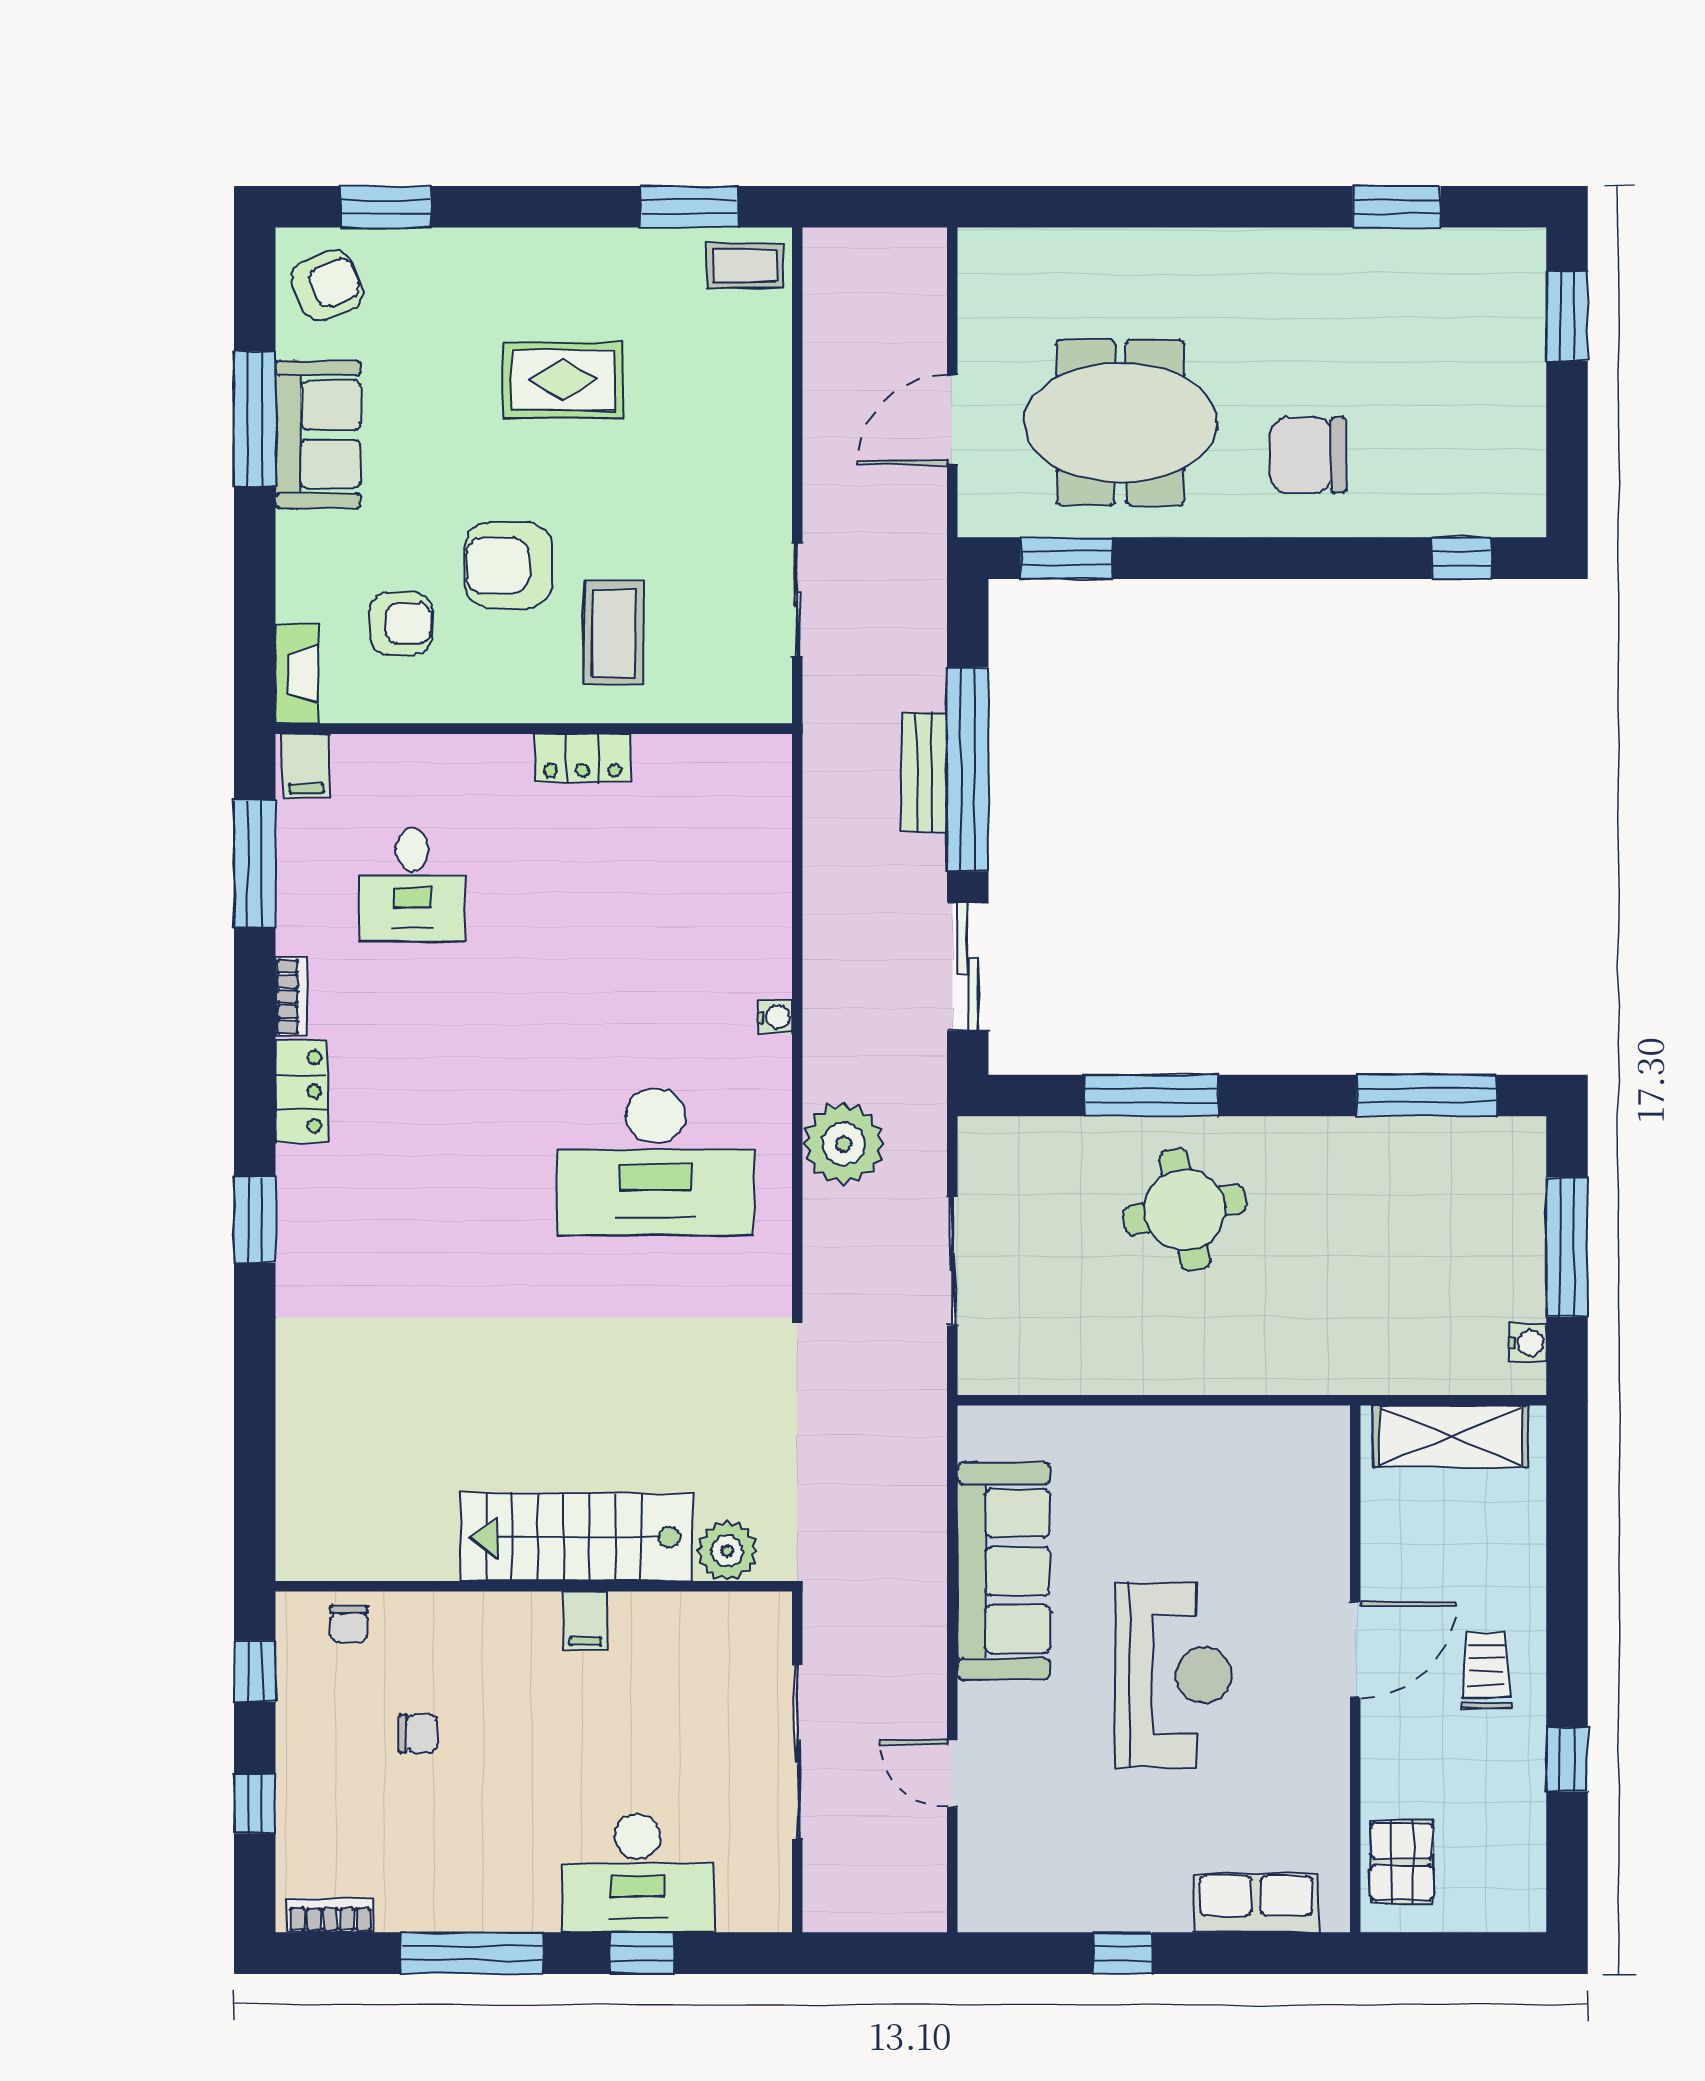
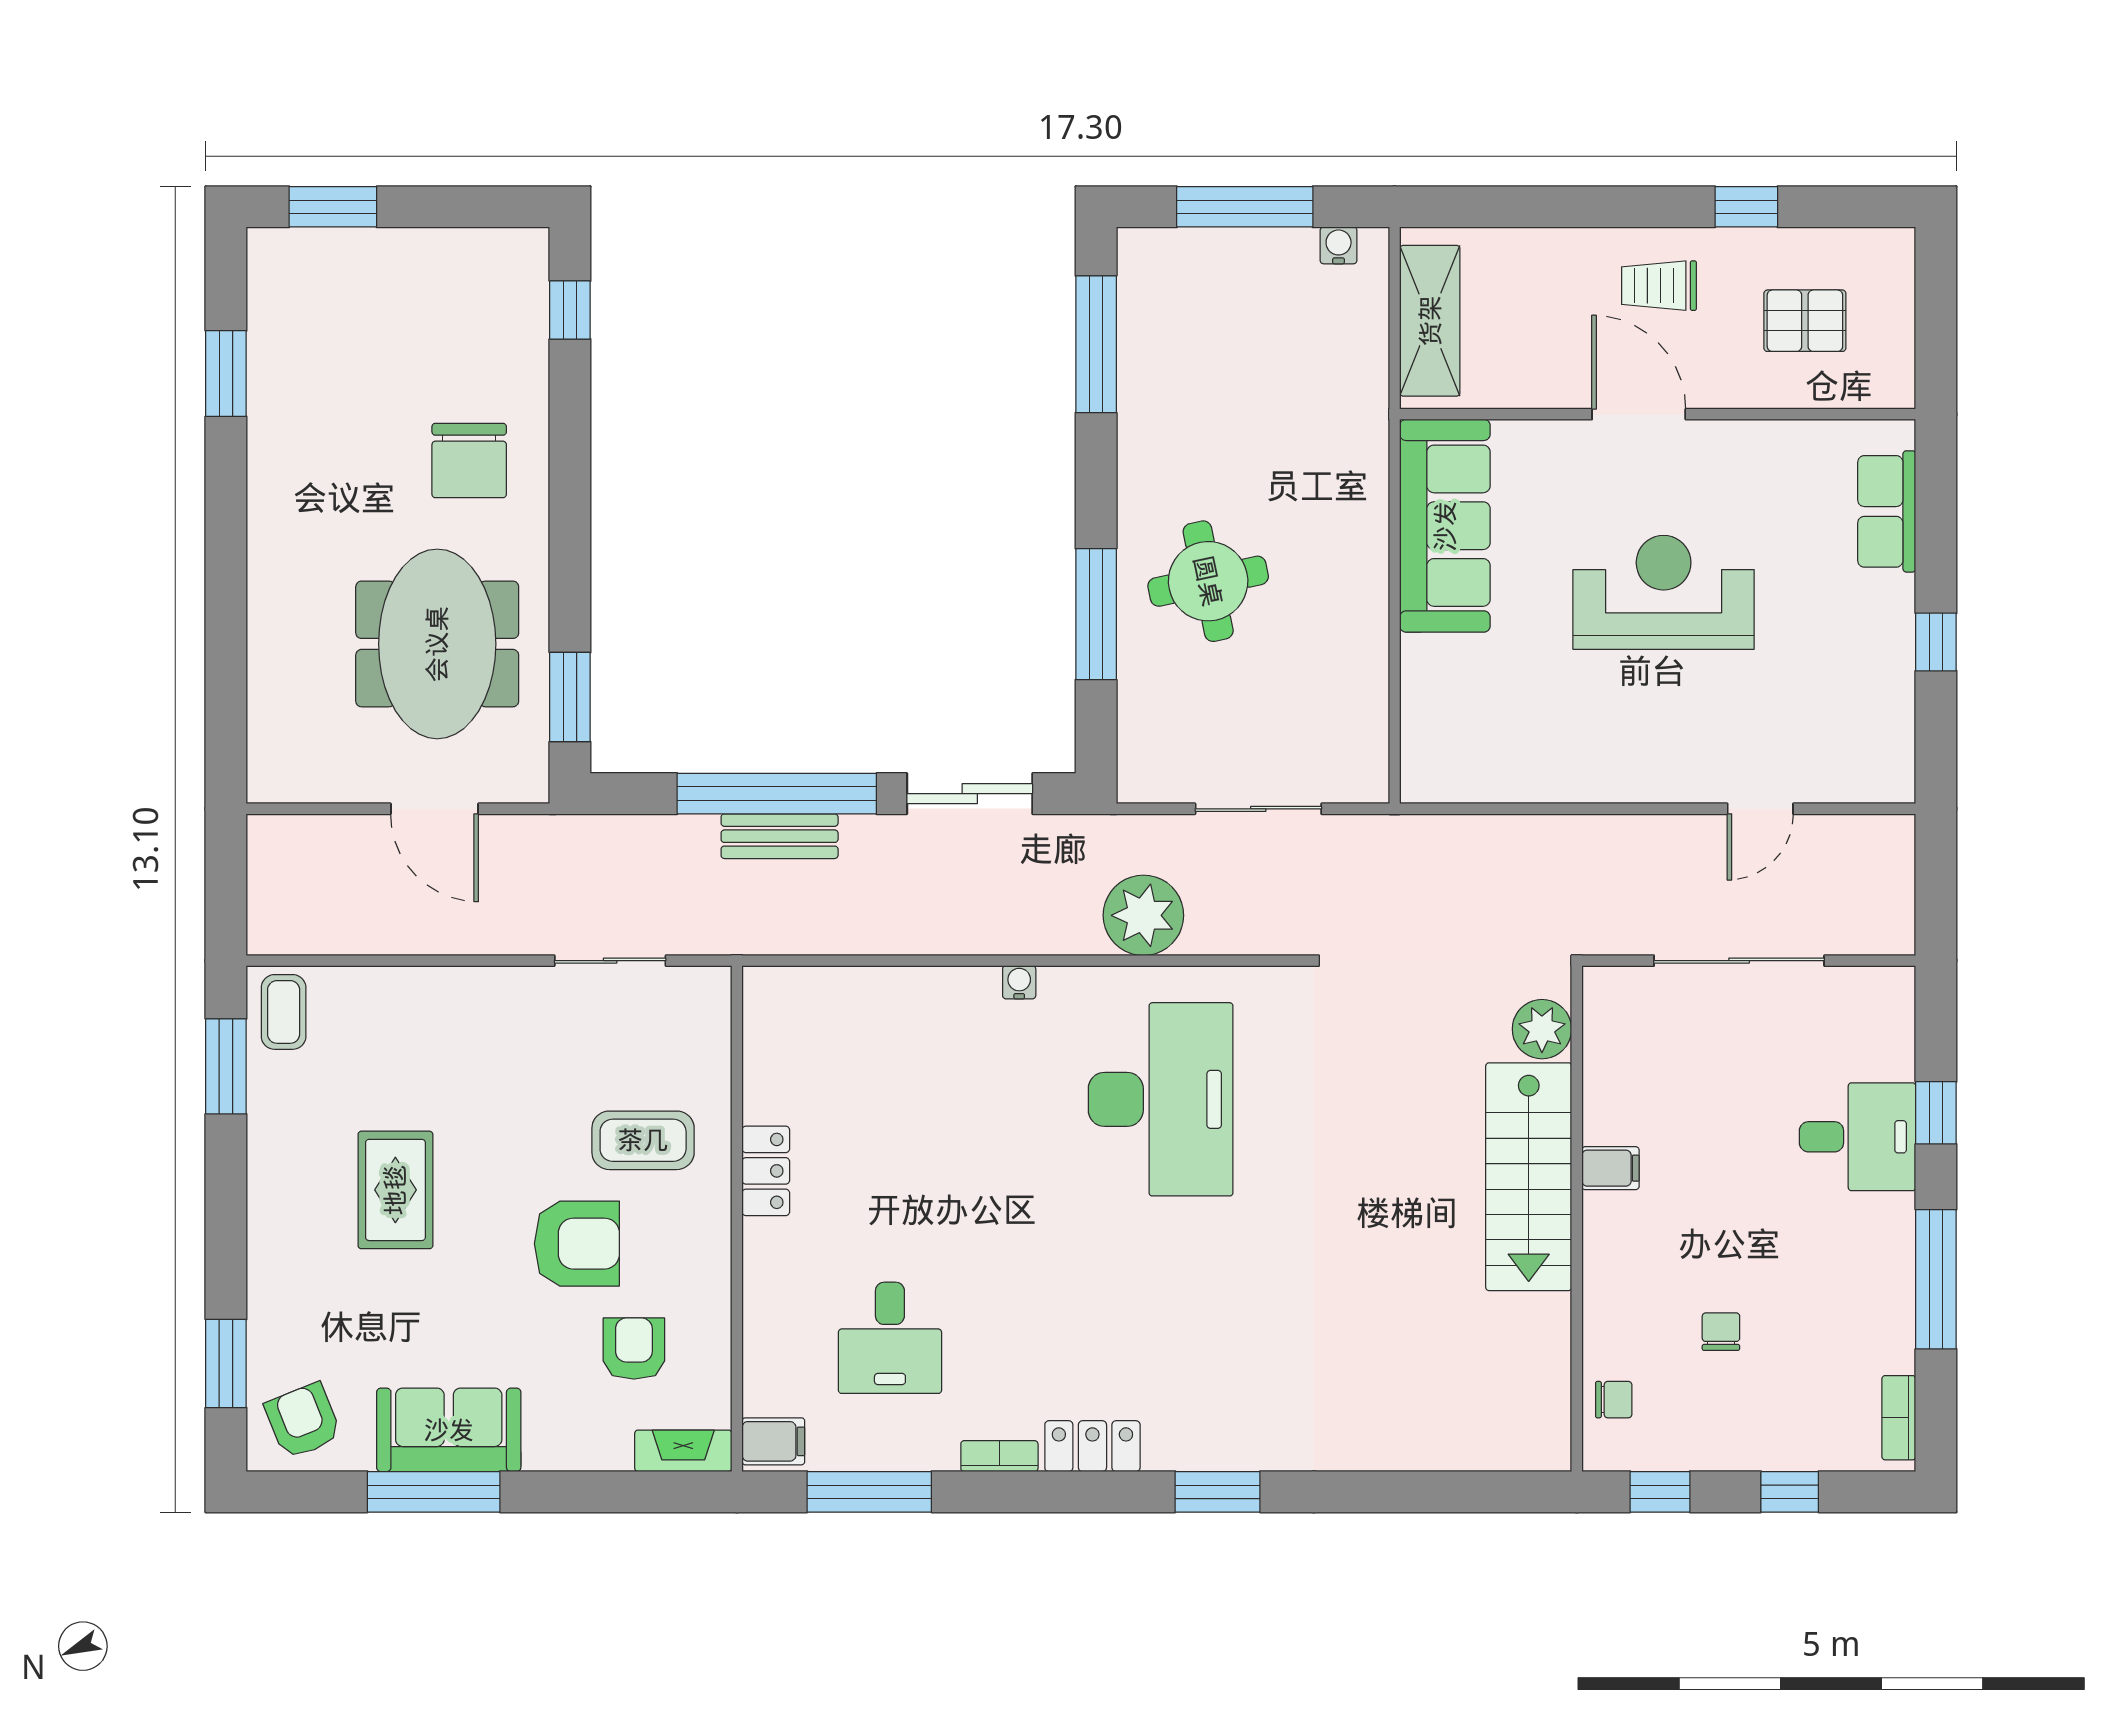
armchair: (508, 565) -> (577, 1244), turned -90
desk: (412, 885) -> (890, 1338), turned 90
sofa: (1004, 1571) -> (1445, 526), moved, turned 90
pallet: (1402, 1862) -> (1805, 321), moved
desk: (638, 1873) -> (1858, 1137), width x0.73

